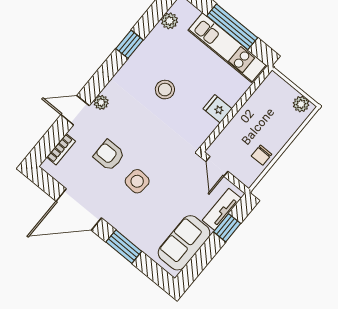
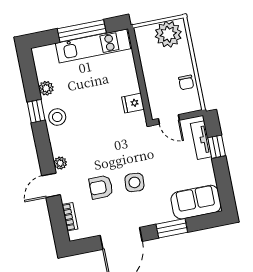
plant: (169, 21) -> (46, 88), moved
stool: (165, 90) -> (57, 117), moved
plant: (301, 104) -> (168, 34), width x1.87, depth x1.87
fridge: (218, 109) -> (133, 103), moved
sofa: (184, 243) -> (196, 202), moved, turned 90

